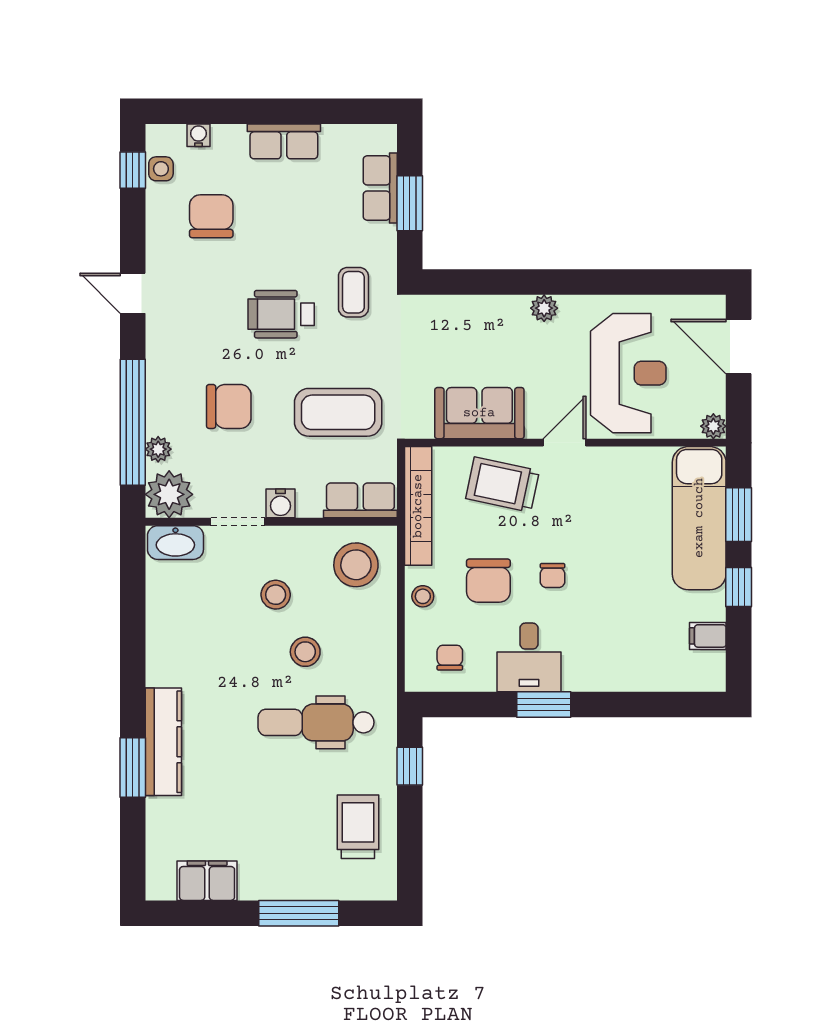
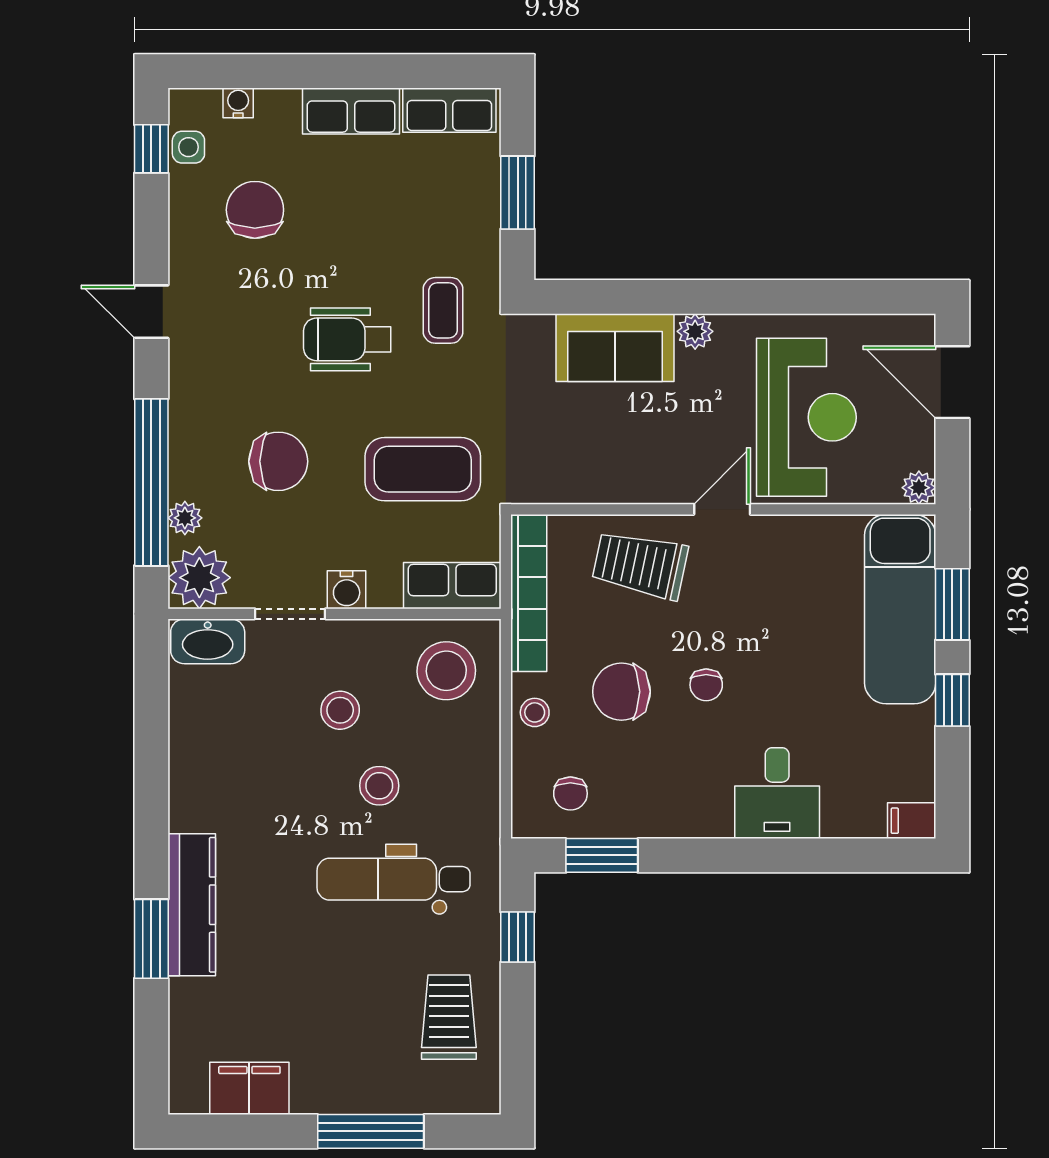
row of seats: (380, 188) -> (449, 110), moved, turned -90
sofa: (479, 413) -> (615, 348), moved, turned 180
chair: (488, 581) -> (621, 692), turned 90
filing cabinet: (708, 636) -> (912, 821), moved
desk: (529, 657) -> (777, 793), moved
chair: (450, 658) -> (570, 793), turned 180
window: (544, 704) -> (602, 855), moved

